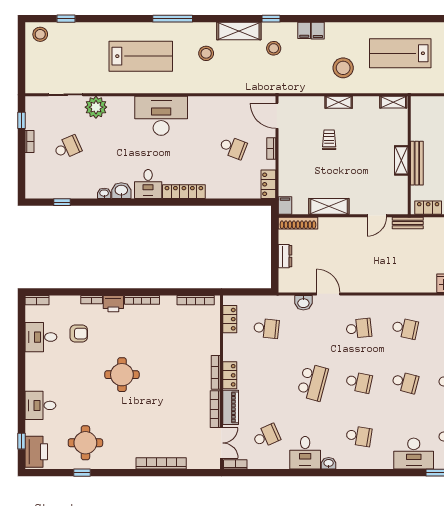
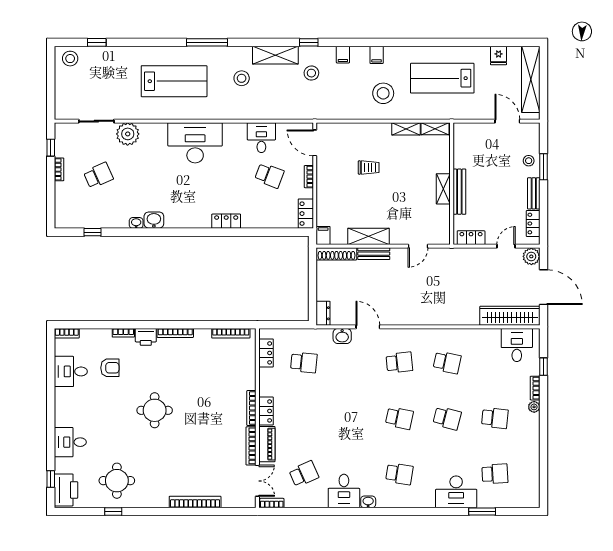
filing cabinet: (318, 31) -> (377, 55), moved
shelving: (339, 102) -> (406, 129), moved
trolley: (329, 140) -> (369, 167), turned 90
desk: (148, 184) -> (261, 138), moved, turned 180
locker: (184, 192) -> (226, 221), width x0.66
bench: (408, 223) -> (374, 254), moved
dresser: (285, 256) -> (323, 313), moved
school desk: (313, 382) -> (352, 418), removed

